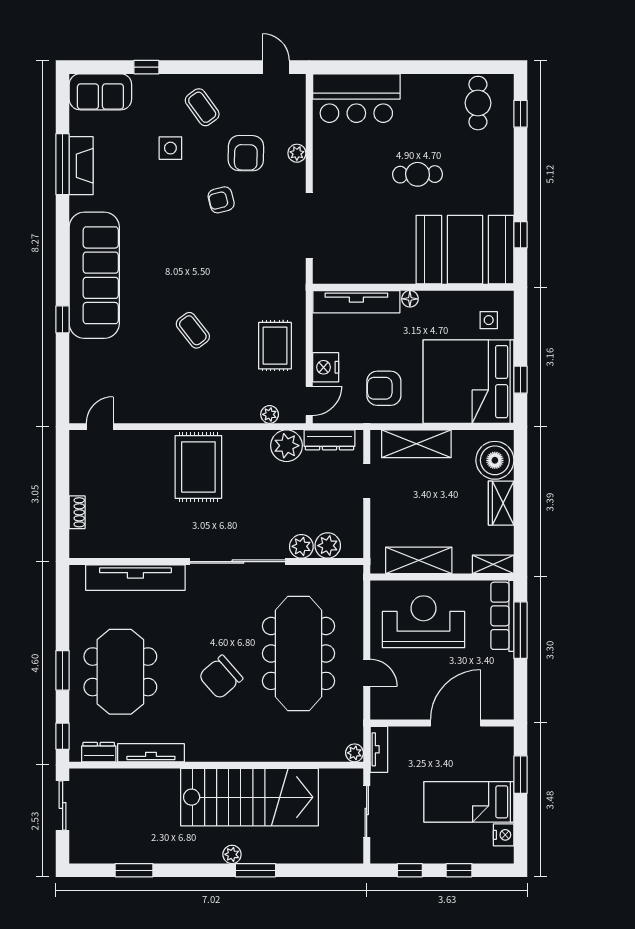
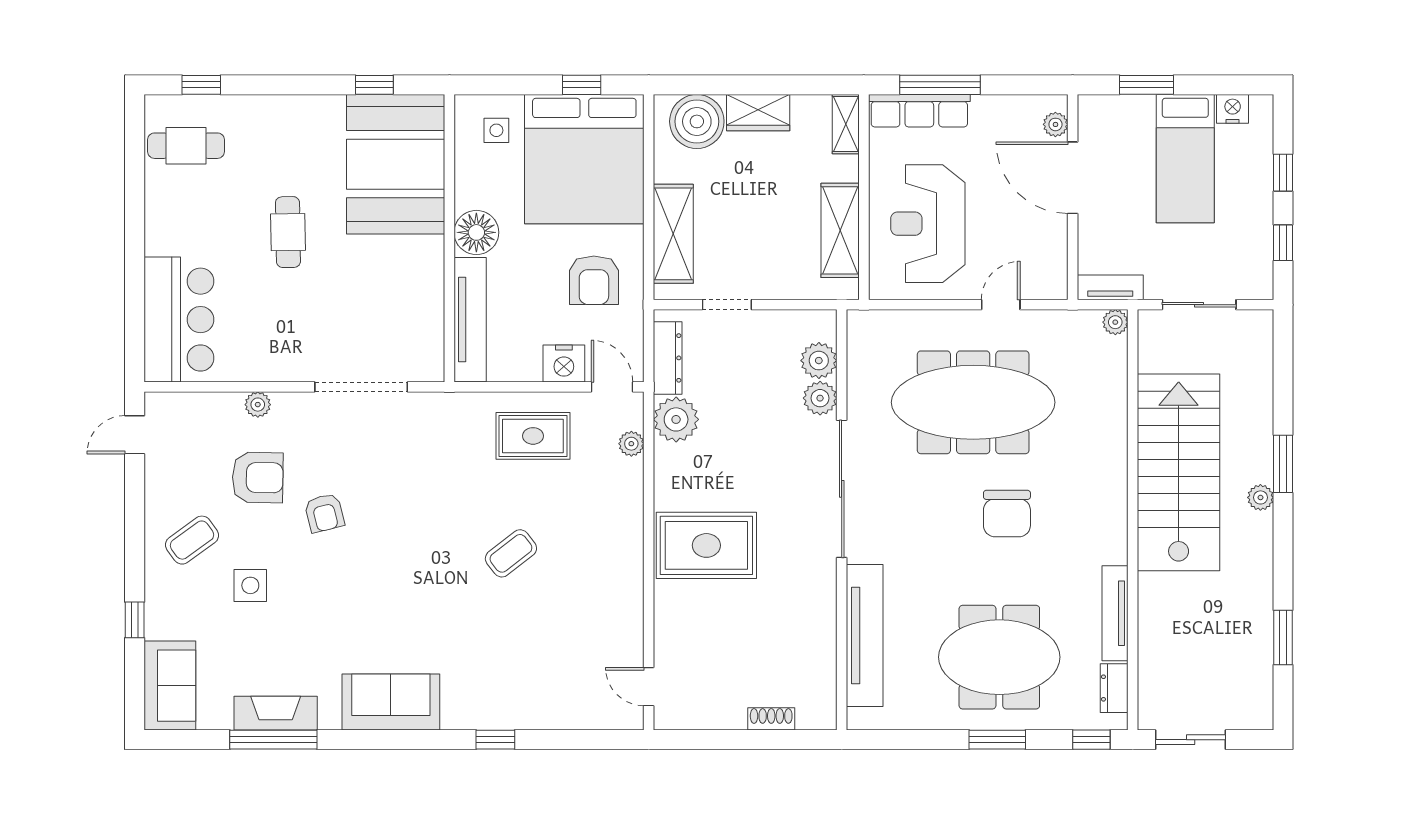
sofa: (94, 275) -> (391, 702), width x0.54, depth x0.79
floor lamp: (410, 299) -> (476, 232), width x1.89, depth x1.89
chair: (221, 677) -> (1007, 514), turned 41
plant: (493, 711) -> (1055, 124), added

